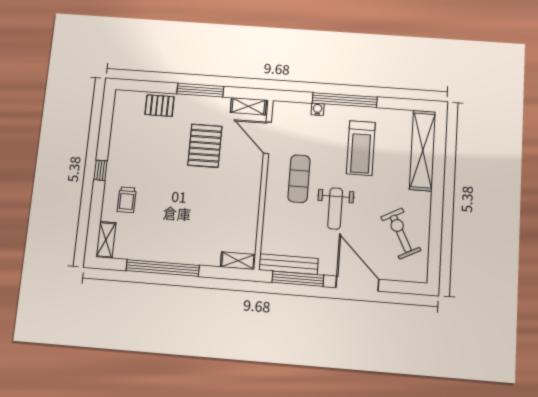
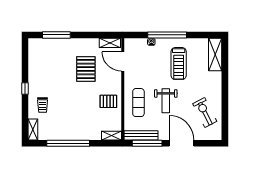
window: (200, 90) -> (56, 35), moved
pallet: (160, 106) -> (108, 101), moved
shelving: (423, 150) -> (215, 55), width x0.68
exercise mat: (299, 179) -> (138, 103), moved

